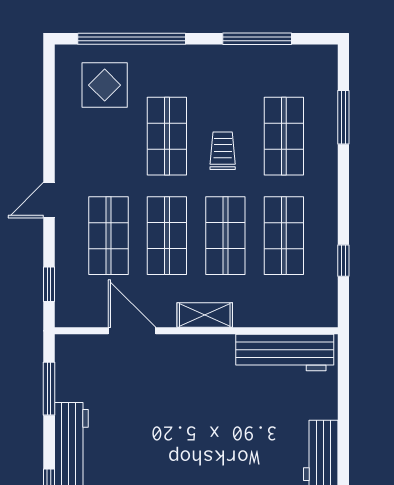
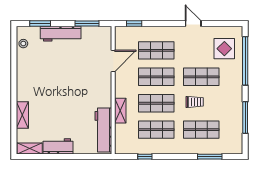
door: (49, 200) -> (193, 24), moved
shelving: (205, 315) -> (120, 111), moved

